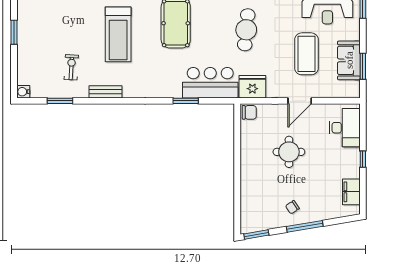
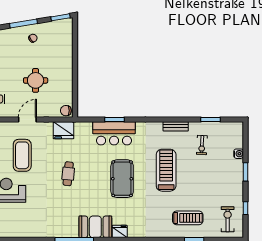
cafe table: (246, 30) -> (68, 174), width x0.73, depth x0.74
bar counter: (210, 83) -> (114, 133), moved
water cooler: (23, 92) -> (239, 154), moved

